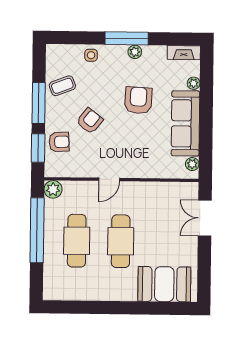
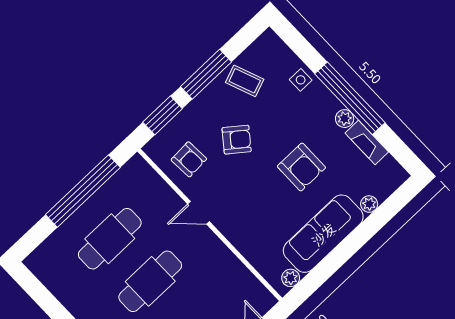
window: (127, 38) -> (350, 98), width x1.46
fireplace: (184, 53) -> (367, 142), moved
armchair: (138, 100) -> (301, 167), turned 87
armchair: (59, 142) -> (189, 159), moved
plant: (53, 189) -> (137, 168), removed

